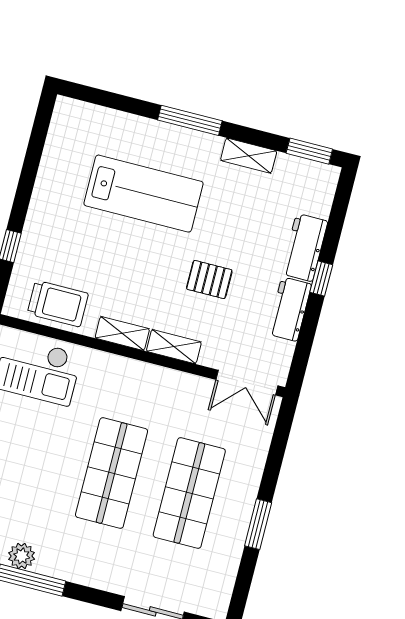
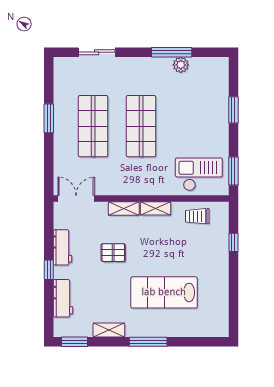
workbench: (304, 247) -> (63, 298), moved
trolley: (58, 304) -> (197, 216), width x0.73, depth x0.72

